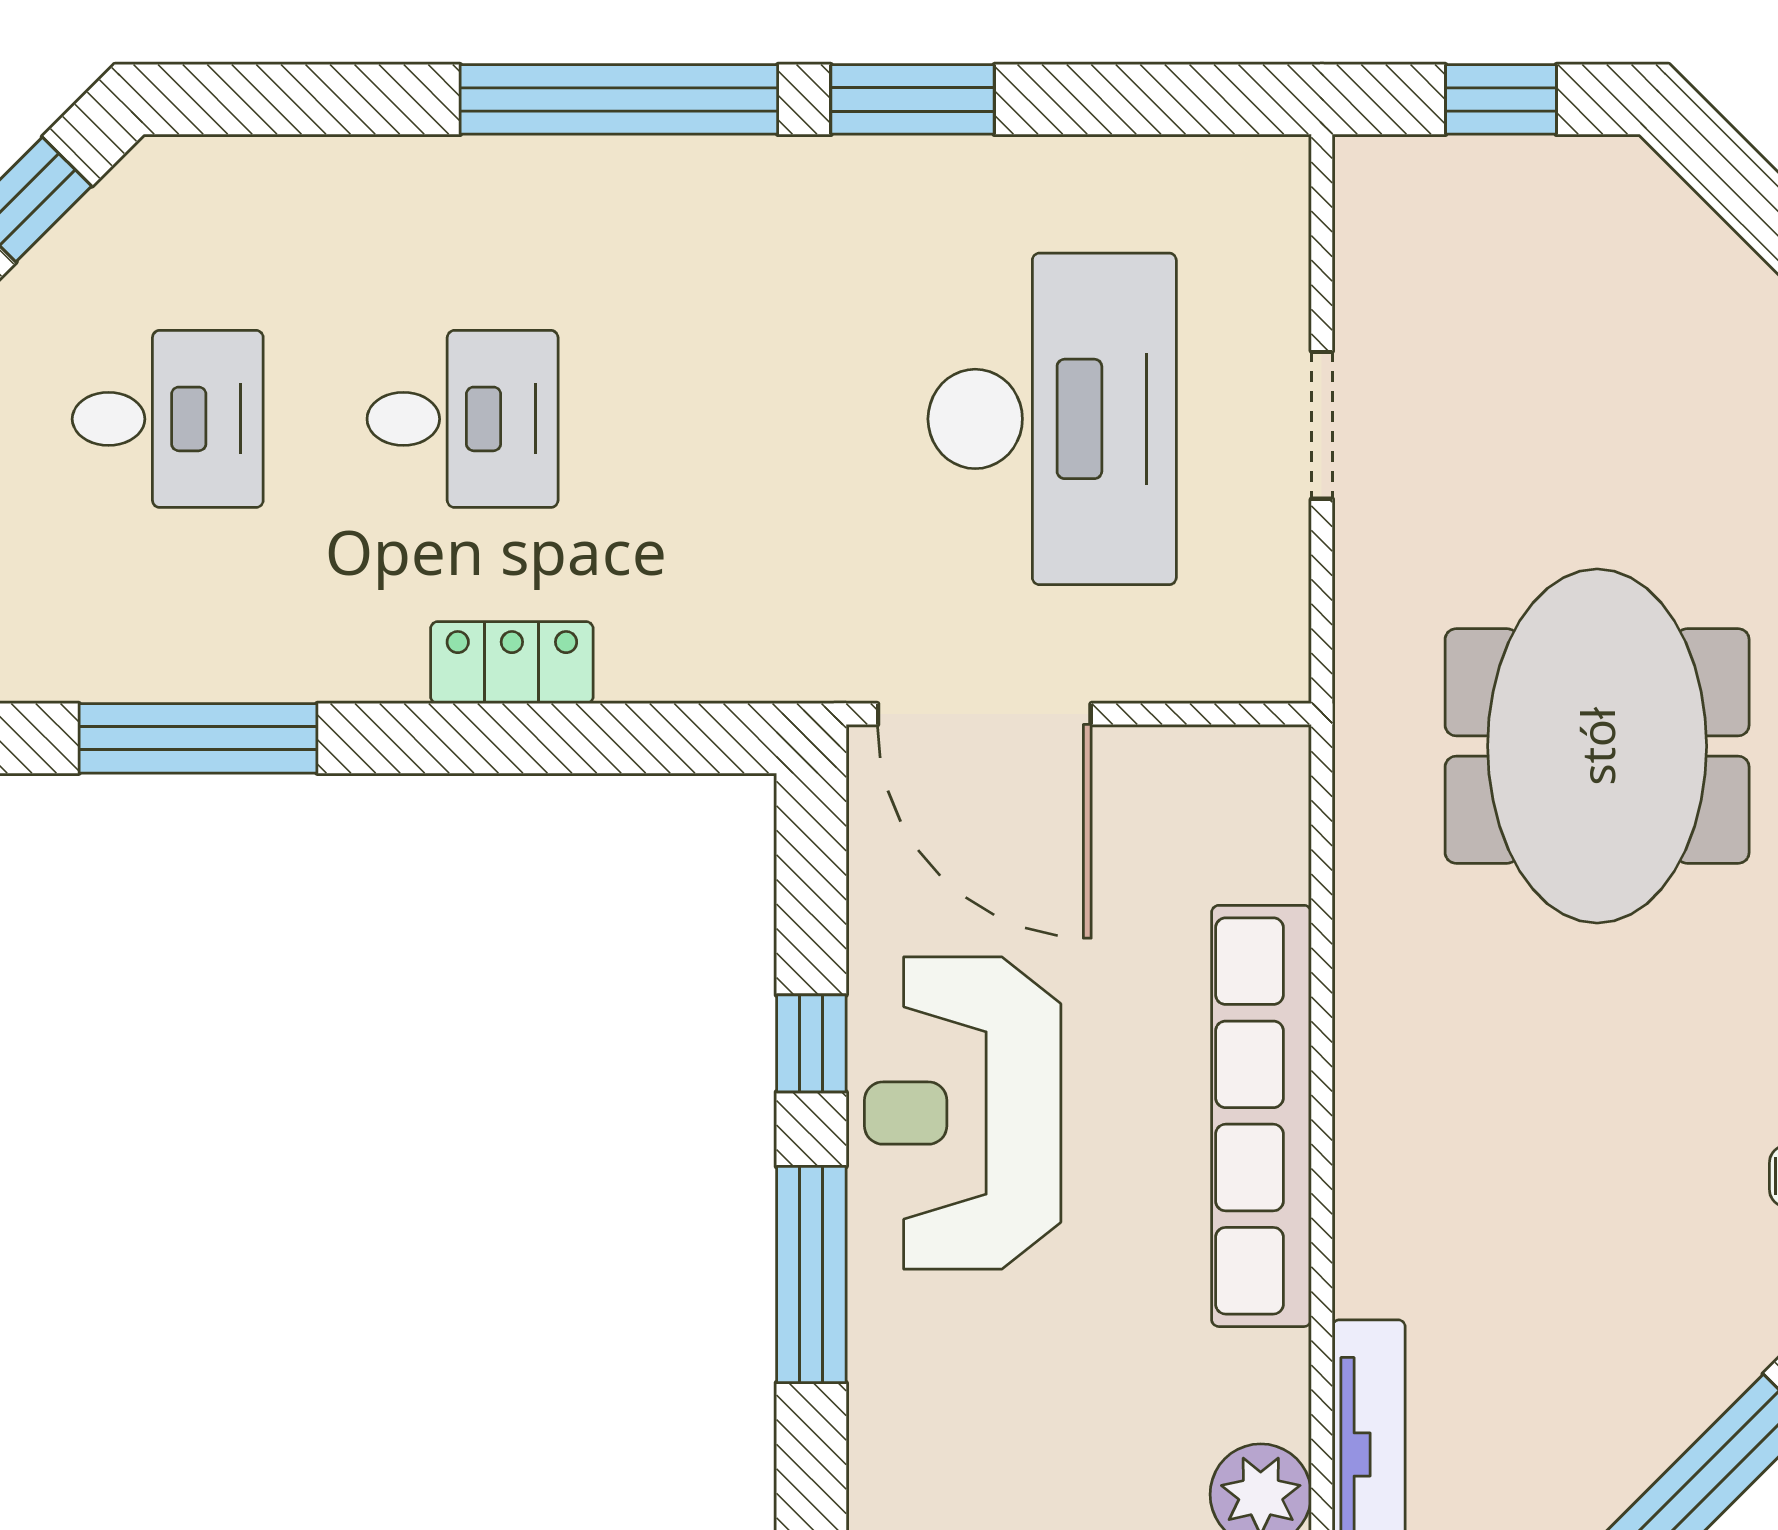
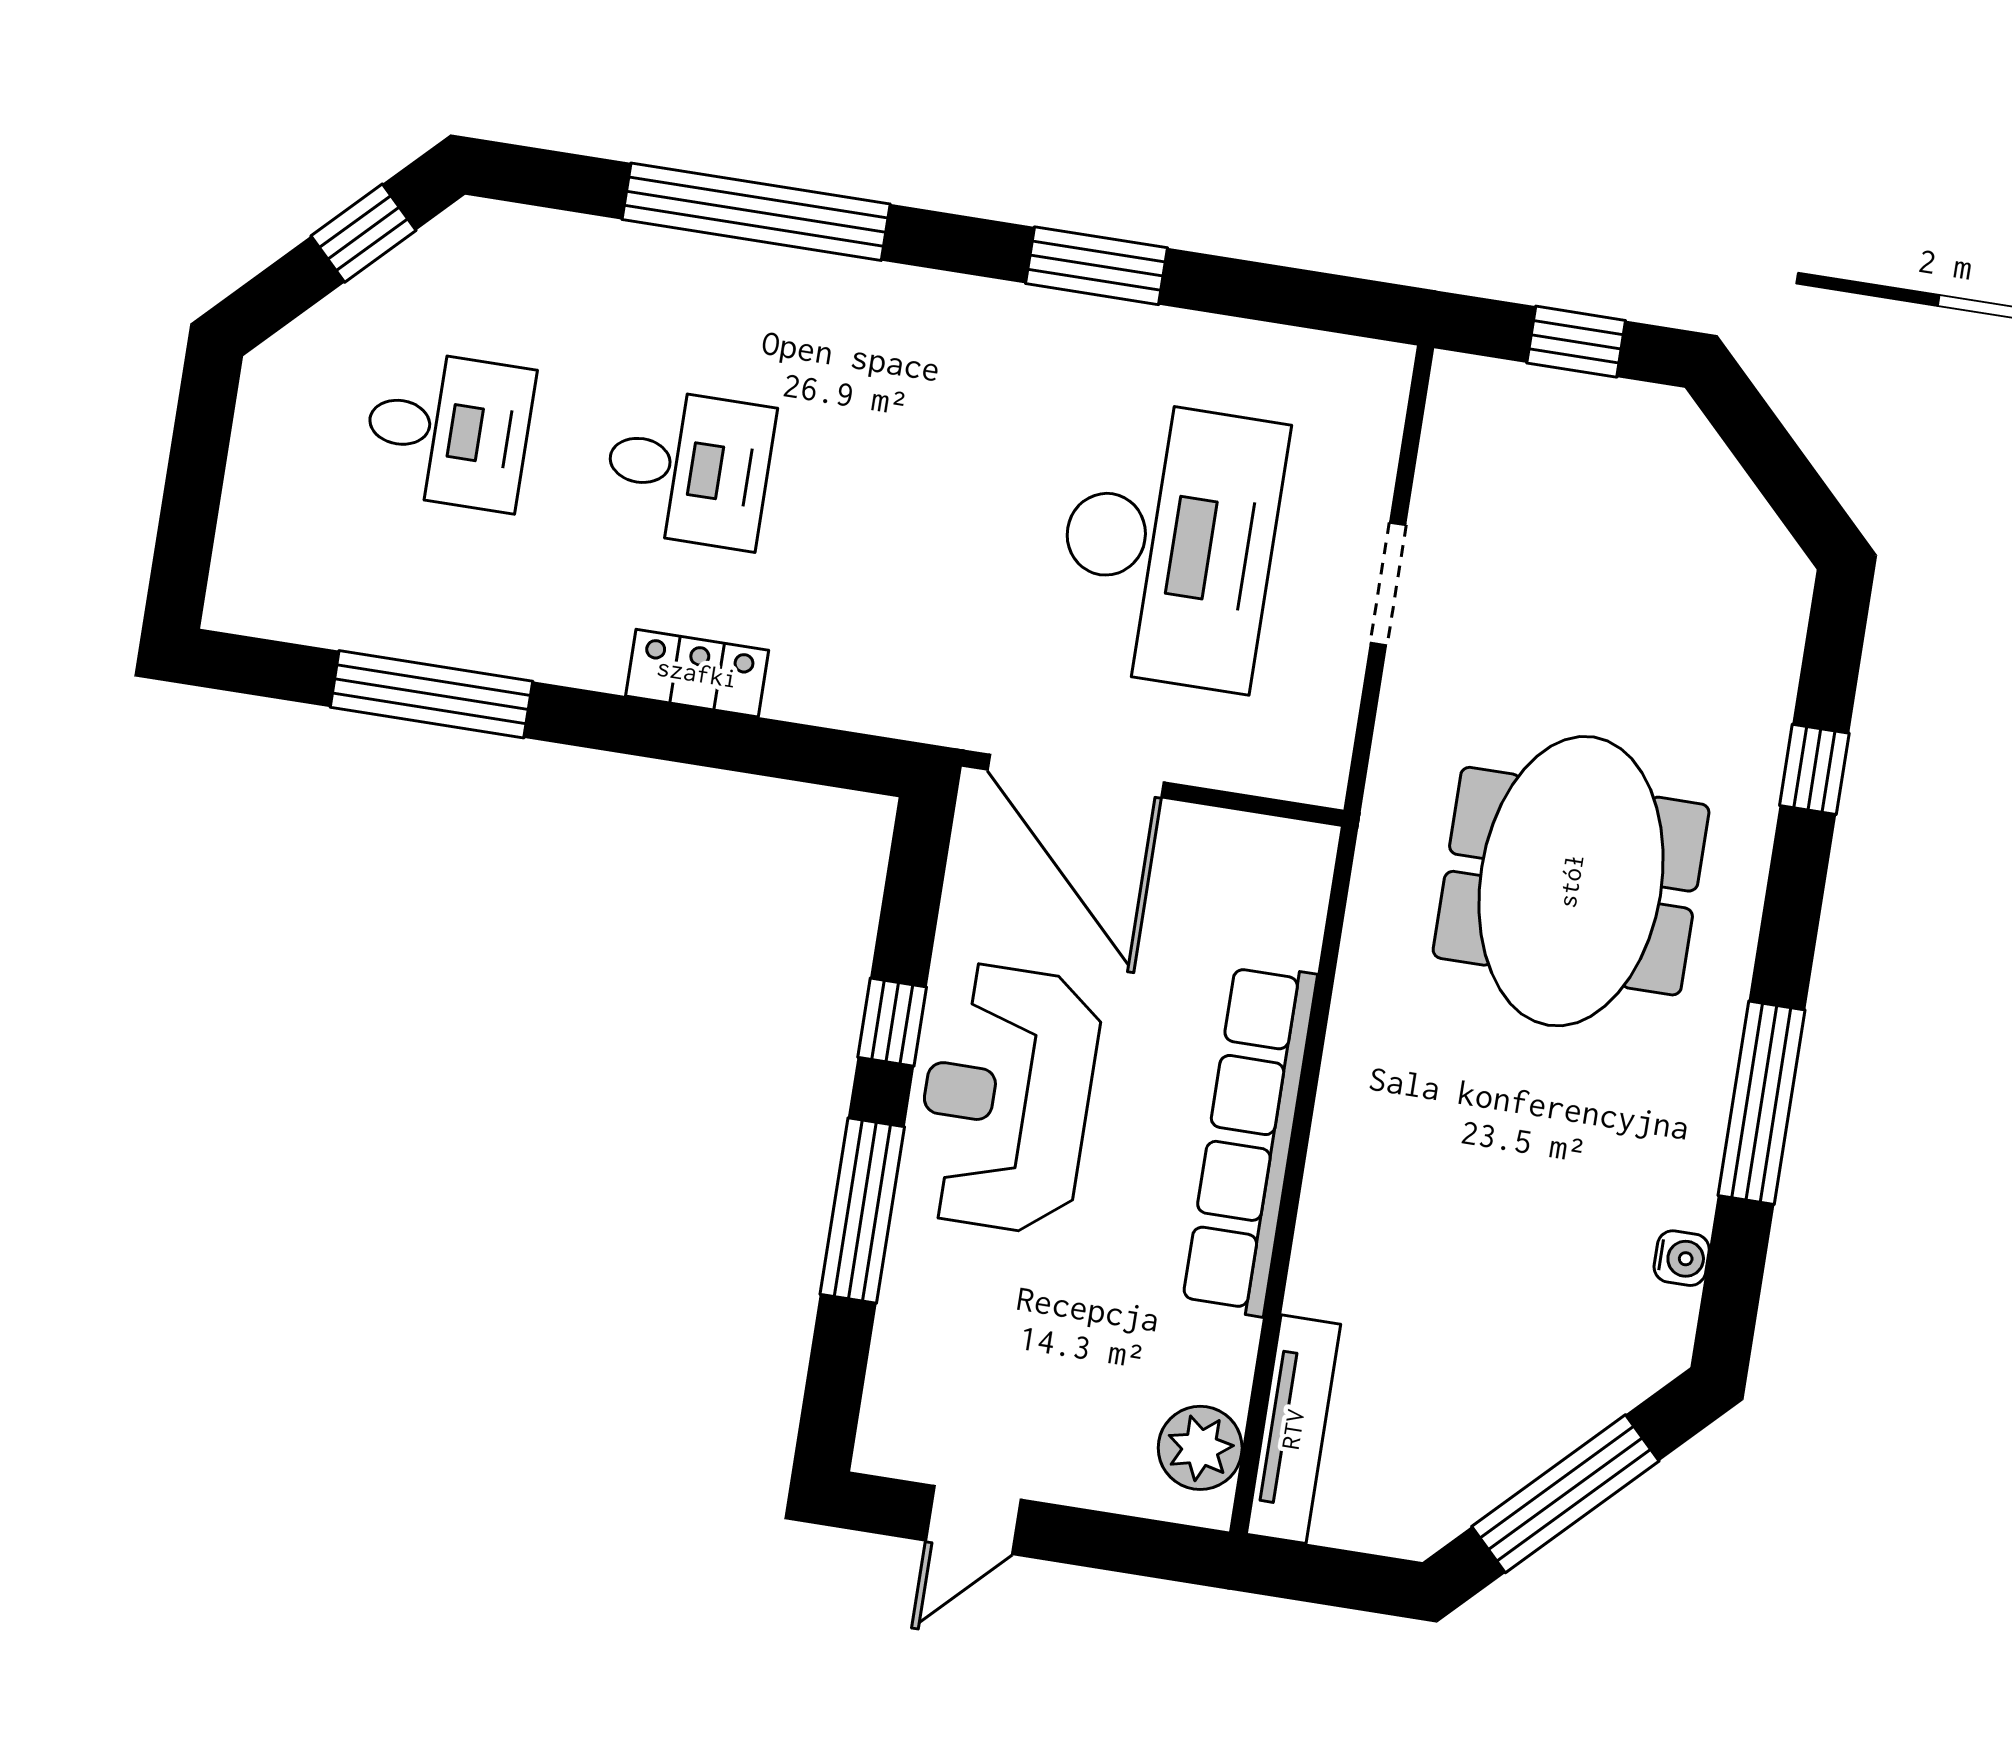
window: (619, 99) -> (756, 212), moved

